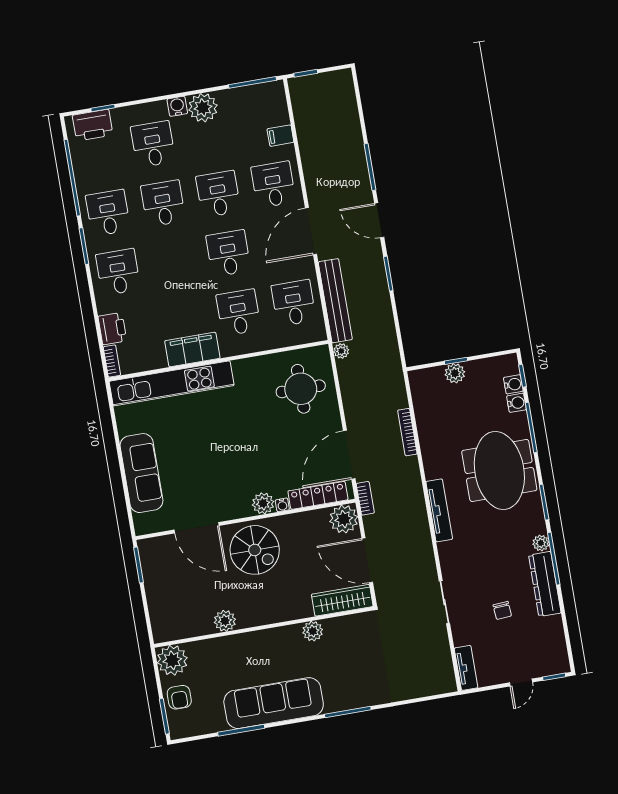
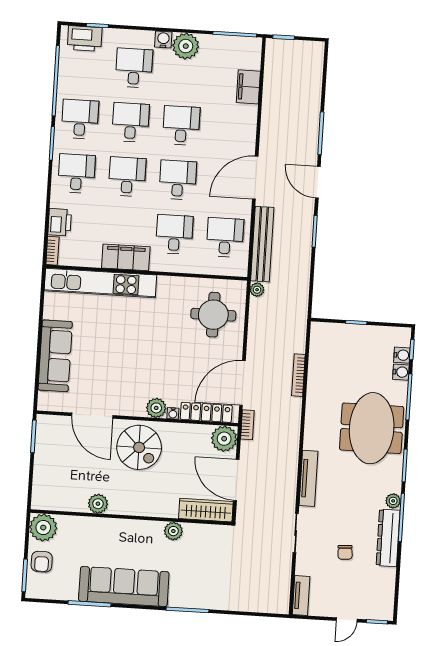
filing cabinet: (280, 136) -> (248, 87), width x2.00
desk: (273, 185) -> (127, 177), moved
plant: (455, 373) -> (353, 333), removed
tv unit: (439, 510) -> (308, 478), moved

